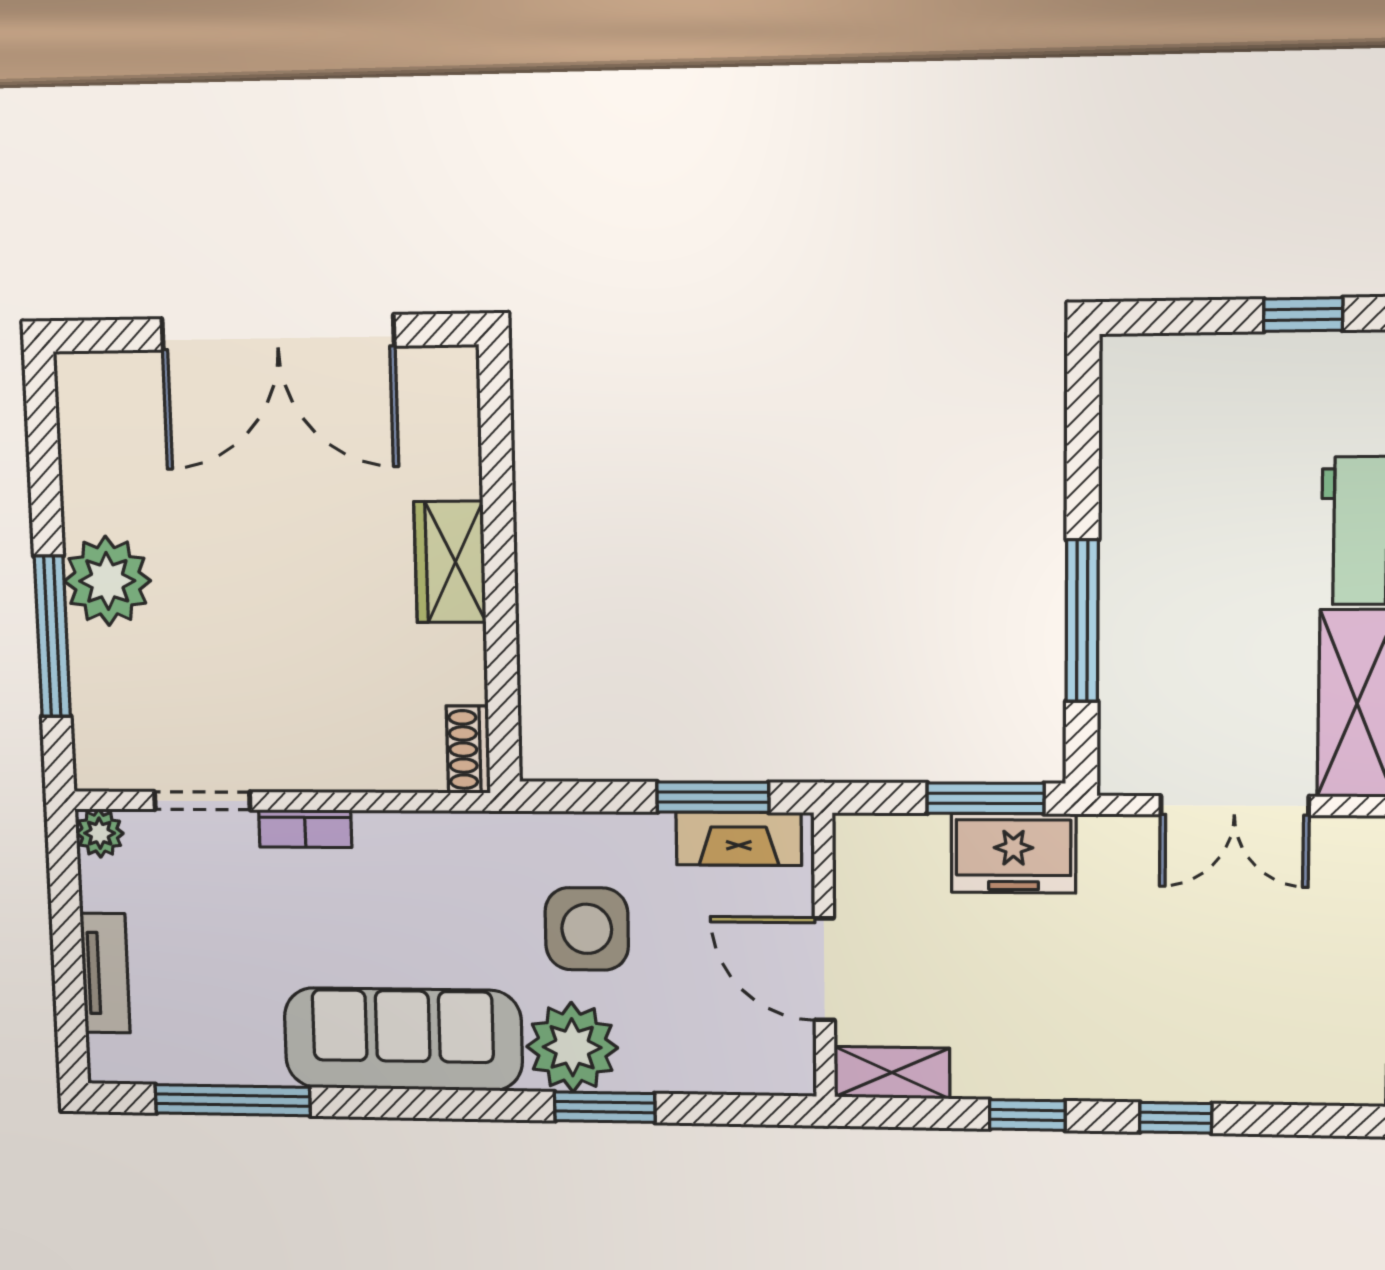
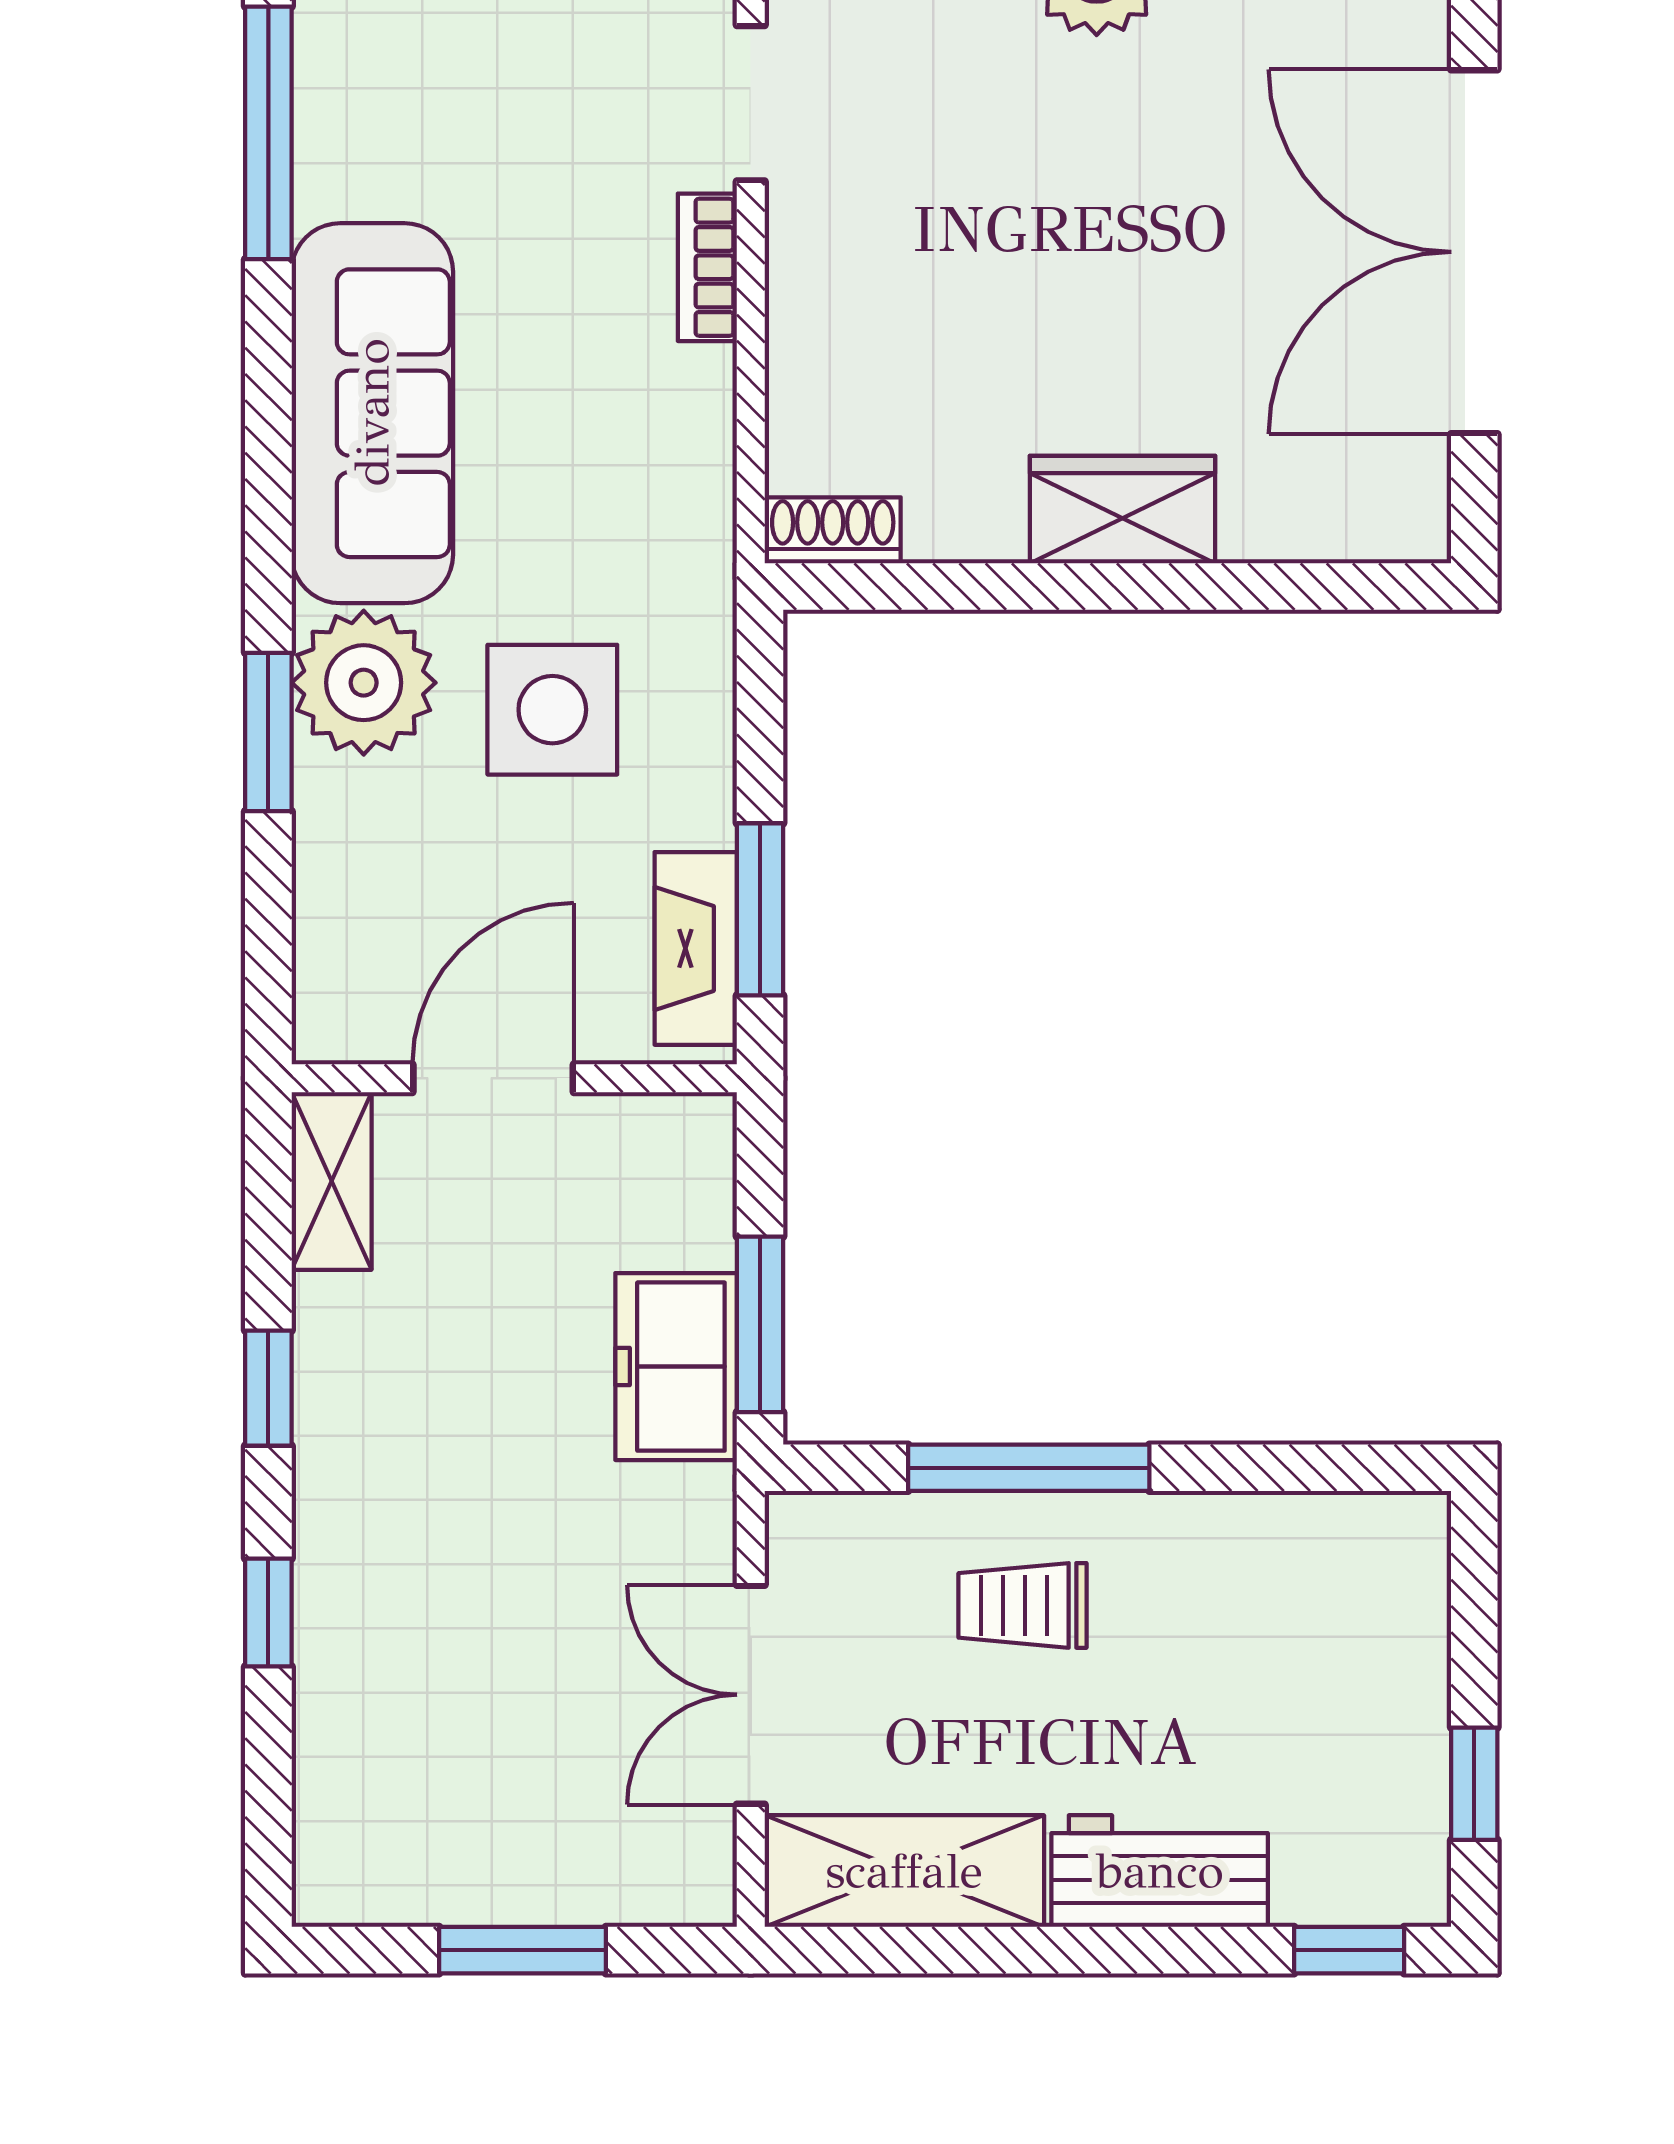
trolley: (1176, 625) -> (1023, 1605), added

